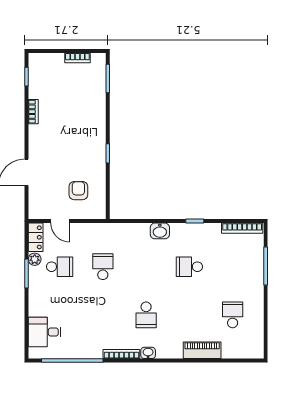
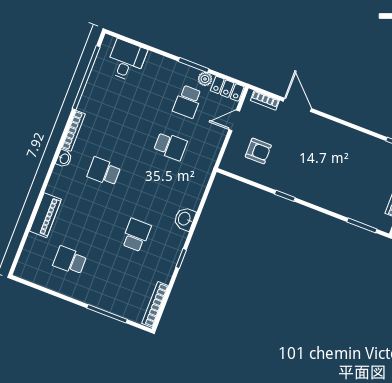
bookcase: (33, 112) -> (265, 100), moved
school desk: (233, 315) -> (70, 260), turned 180

